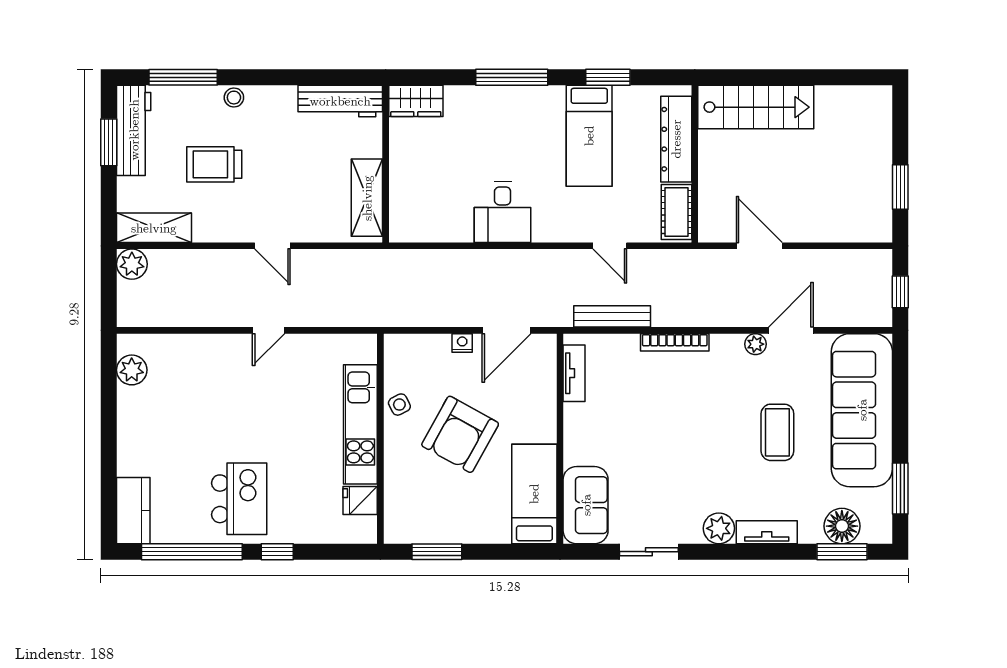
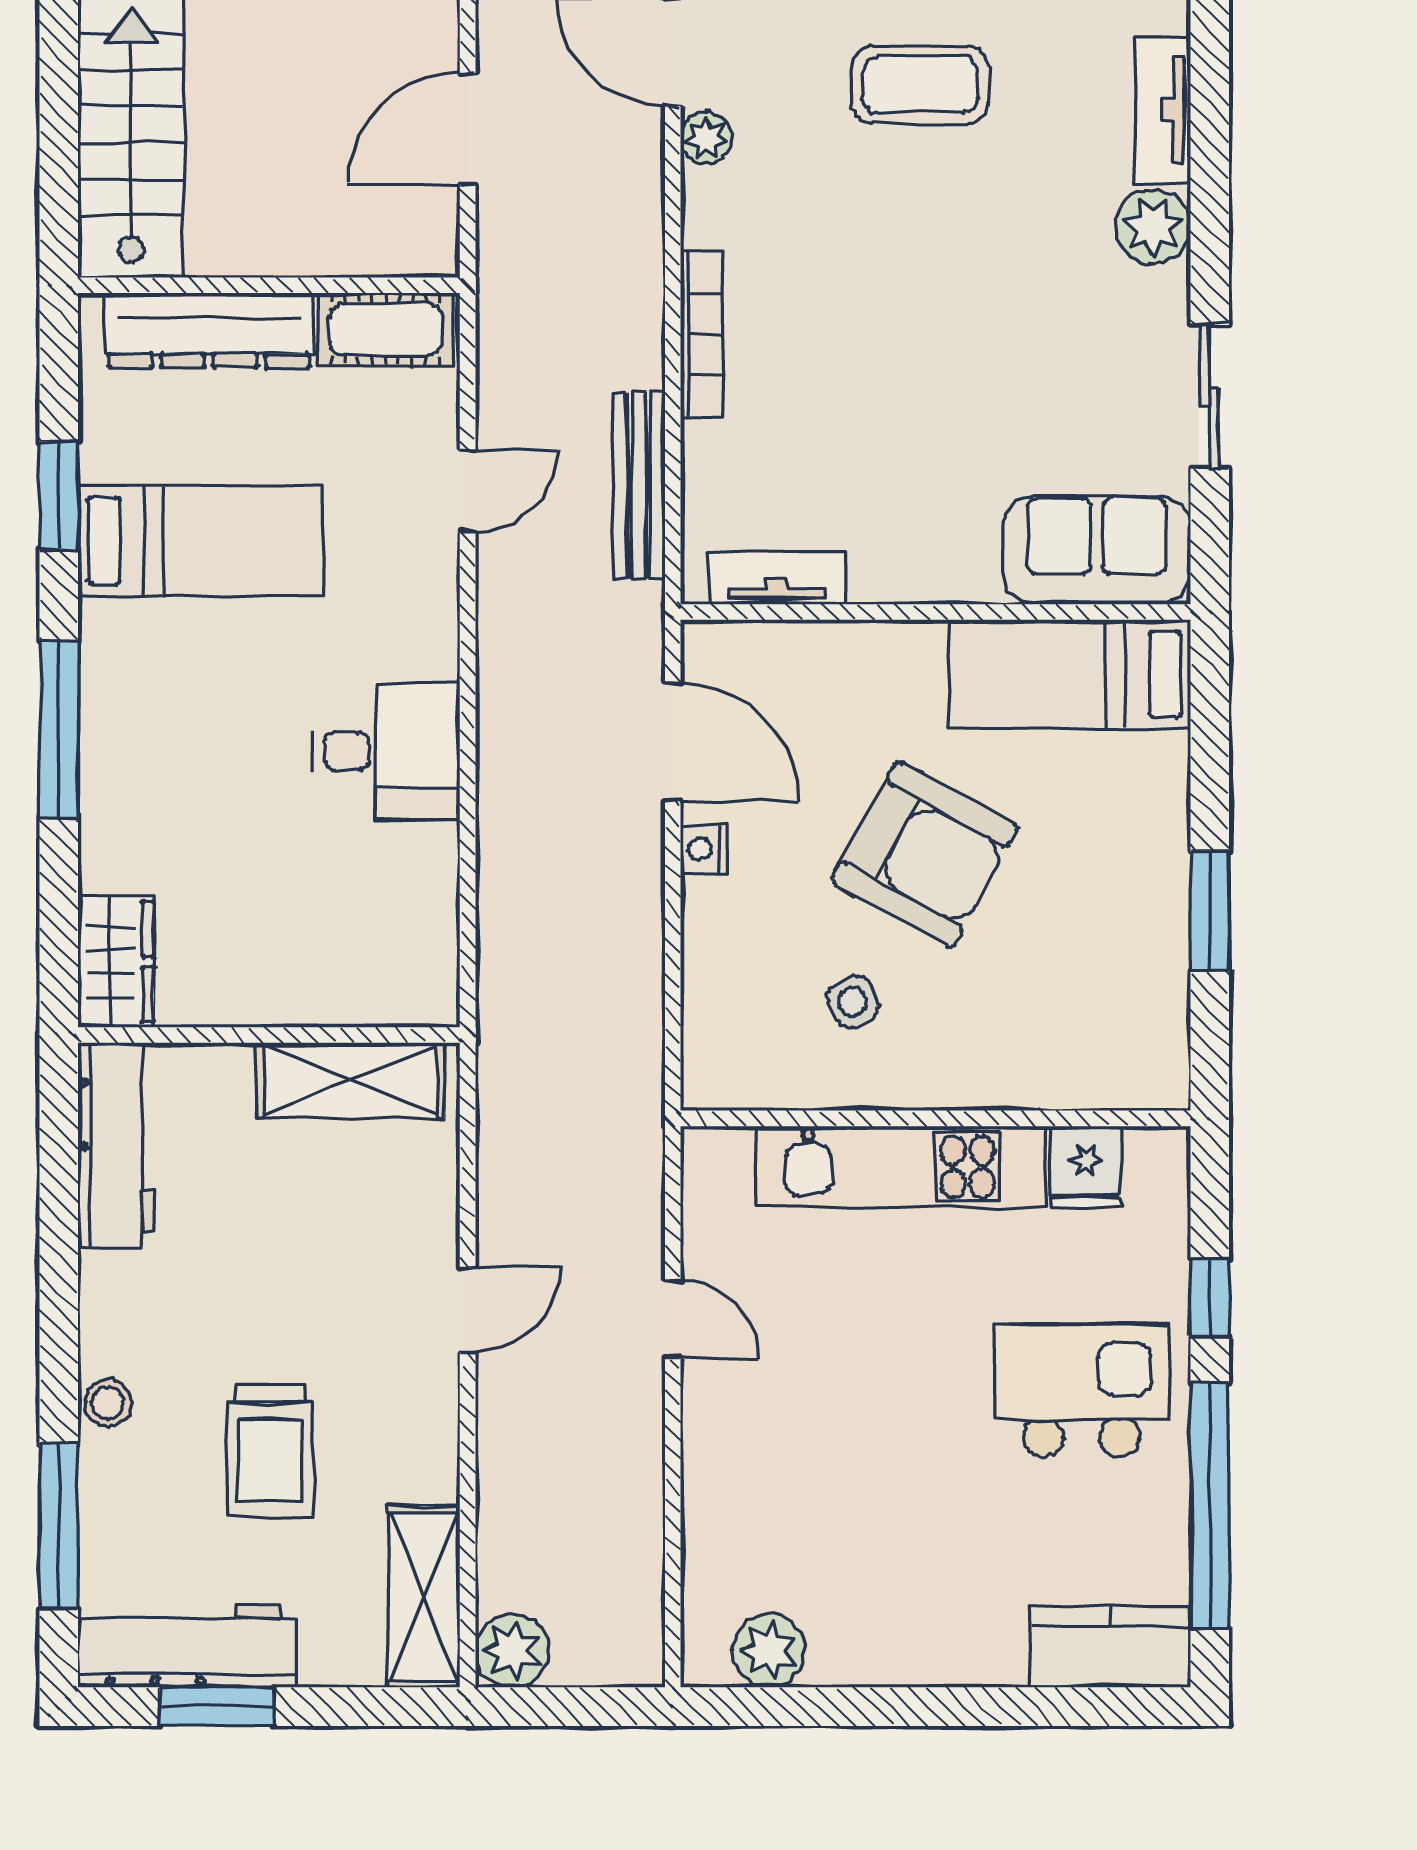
kitchen unit: (360, 424) -> (901, 1167), moved
wall: (380, 439) -> (935, 1118), moved
fridge: (360, 501) -> (1085, 1167), moved

